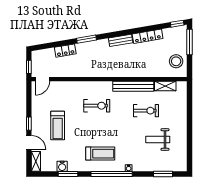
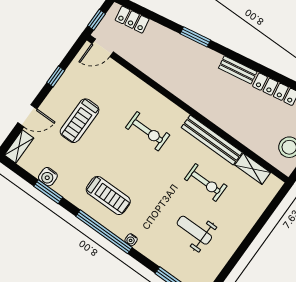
locker: (65, 51) -> (132, 20), moved
window: (29, 124) -> (56, 76), moved
door: (29, 142) -> (27, 116), hinge flipped

